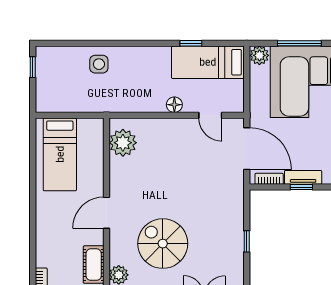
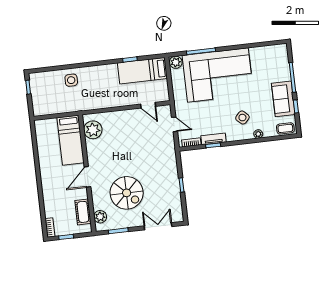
floor lamp: (174, 105) -> (124, 101), removed
door: (247, 149) -> (174, 124), width x0.53
bed: (60, 154) -> (71, 140), moved
spiral stairs: (163, 244) -> (127, 193), turned 180

